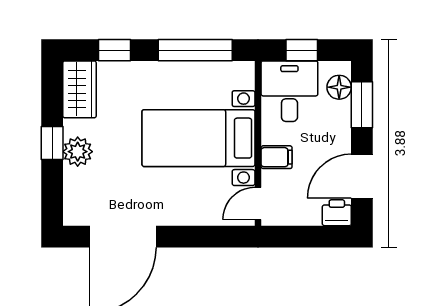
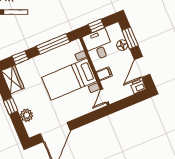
floor lamp: (339, 87) -> (122, 45), moved
plant: (78, 152) -> (27, 115), moved

